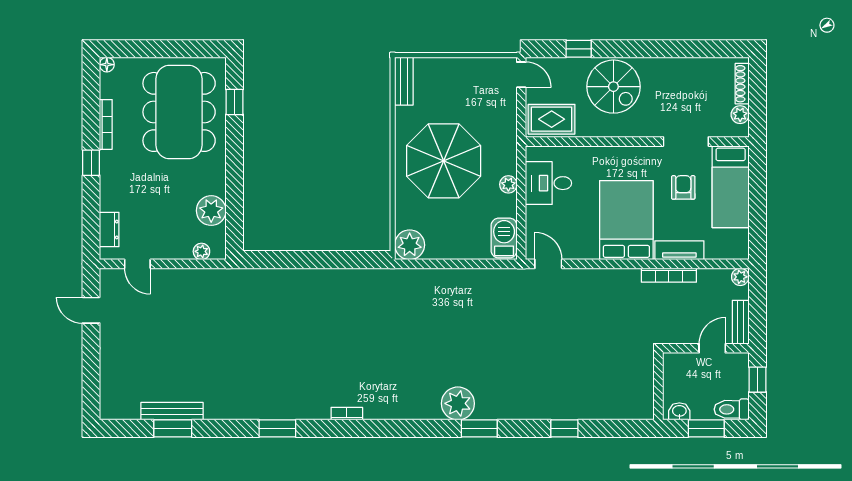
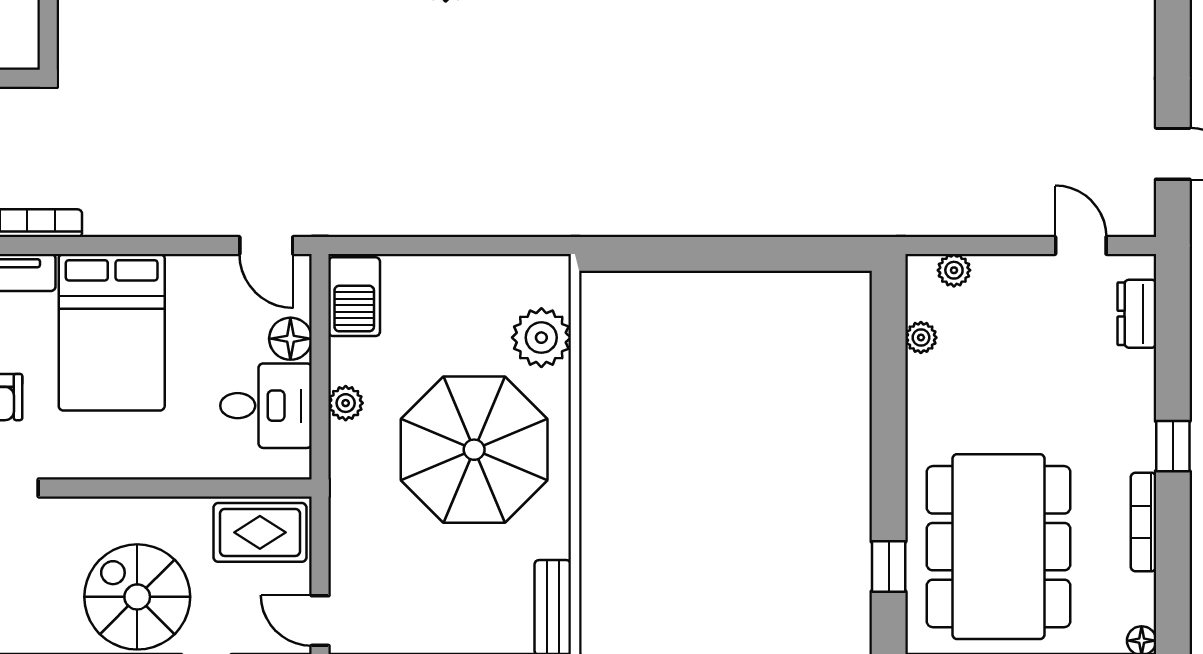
plant: (211, 211) -> (921, 337), width x0.53, depth x0.53
floor lamp: (536, 217) -> (290, 339), added
plant: (410, 245) -> (541, 338), moved

